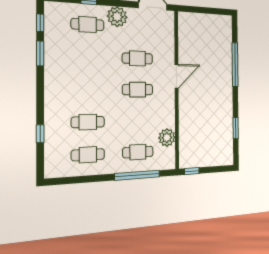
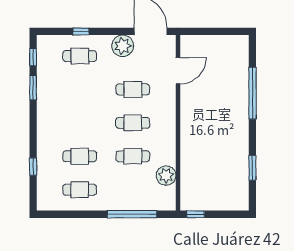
plant: (117, 17) -> (123, 46), moved
door: (177, 76) -> (178, 71), moved
cafe table: (138, 152) -> (133, 156), moved

